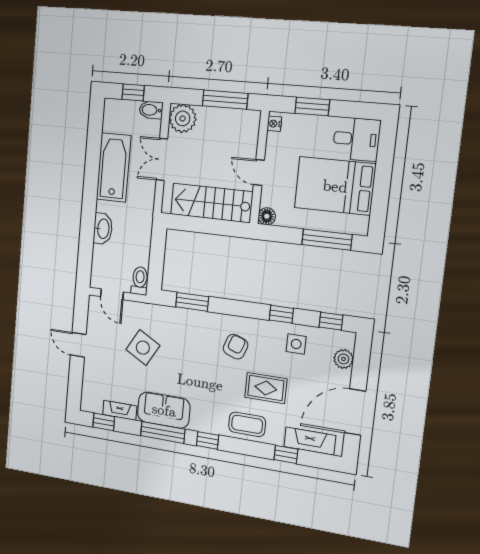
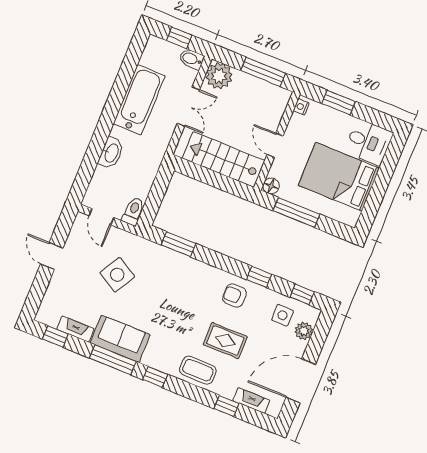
double door: (162, 159) -> (188, 107), swing flipped
window: (327, 240) -> (296, 212), moved
side table: (296, 344) -> (282, 315), moved
armchair: (235, 347) -> (235, 296), moved, turned -110
fireplace: (310, 441) -> (251, 401), width x0.73, depth x0.76

